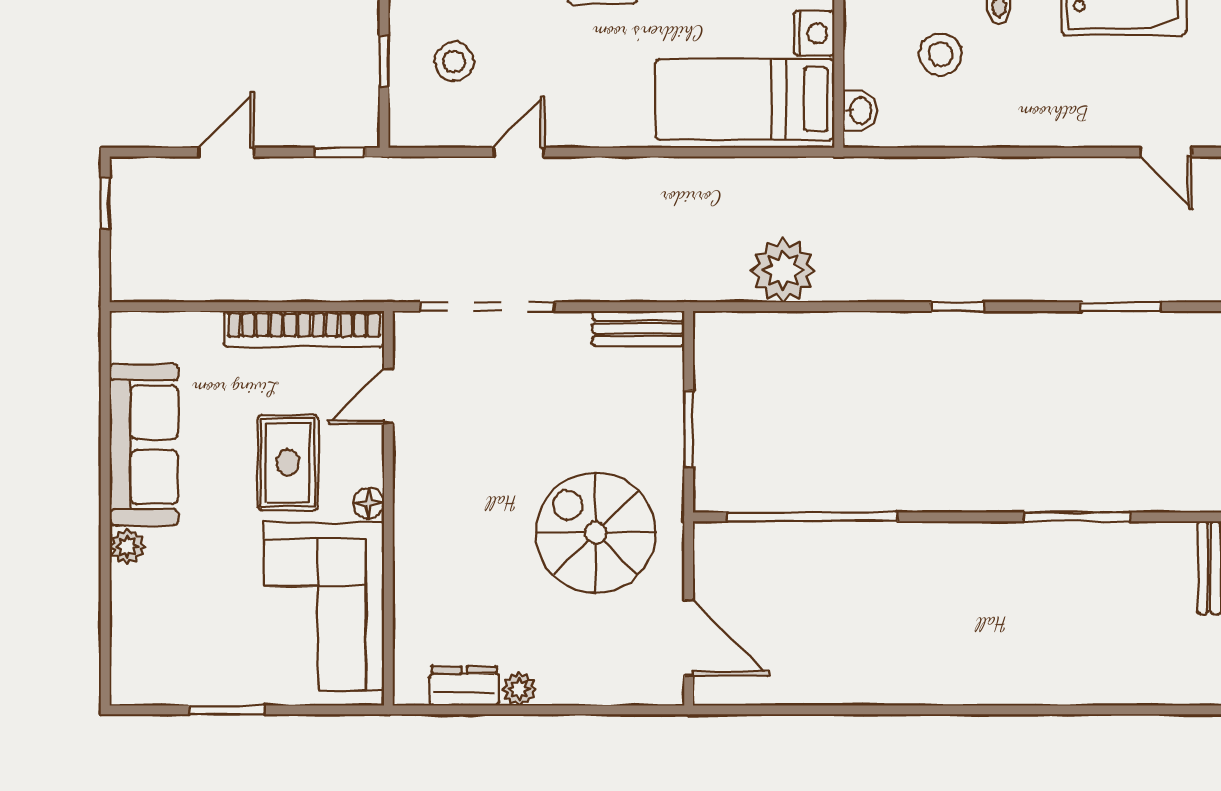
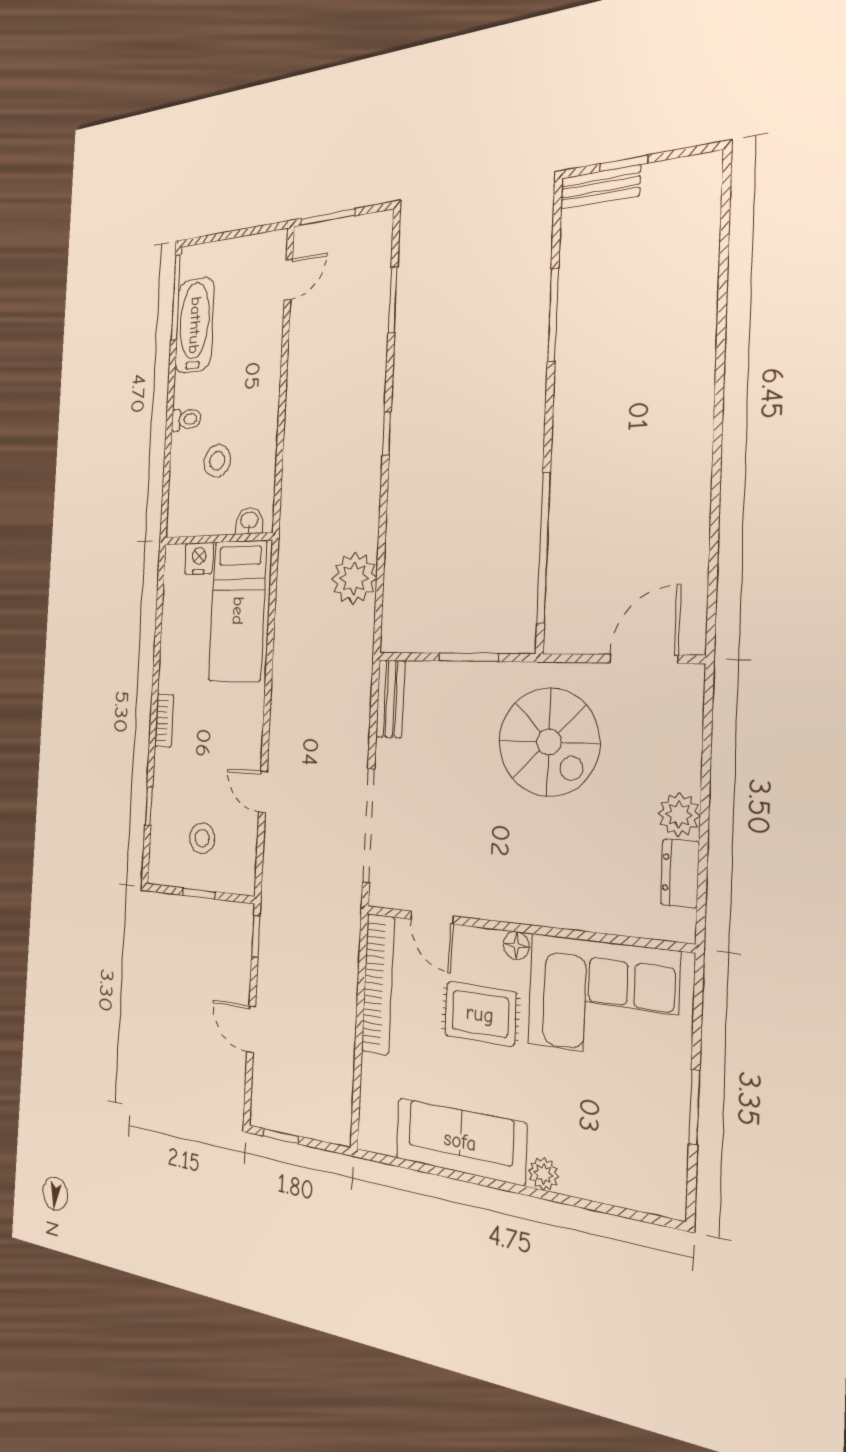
spiral stairs: (596, 533) -> (549, 742), turned -90
plant: (519, 689) -> (679, 815), width x1.38, depth x1.38

